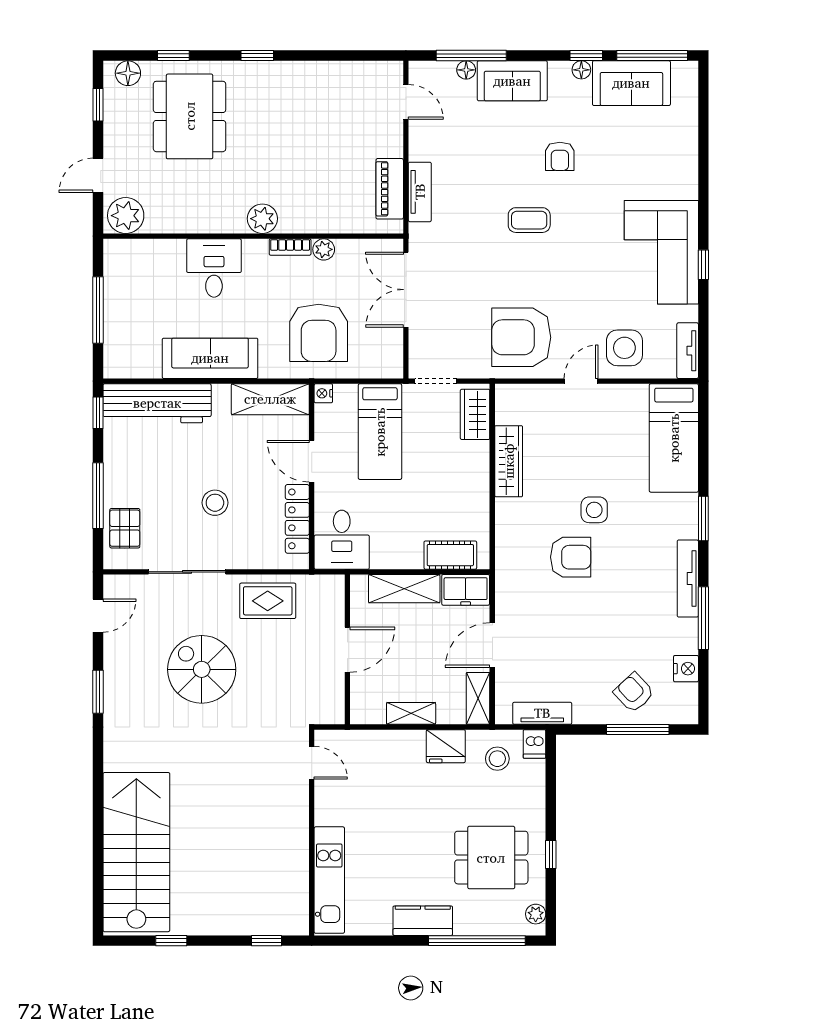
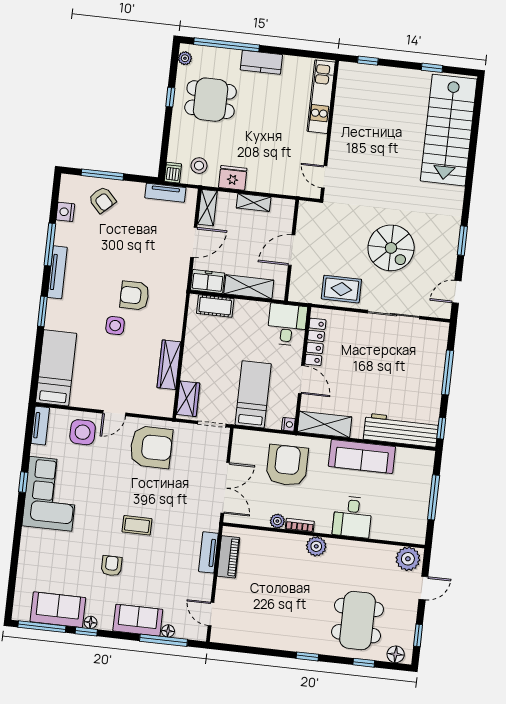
stool: (215, 503) -> (370, 359), removed
pallet: (125, 528) -> (432, 349), removed

